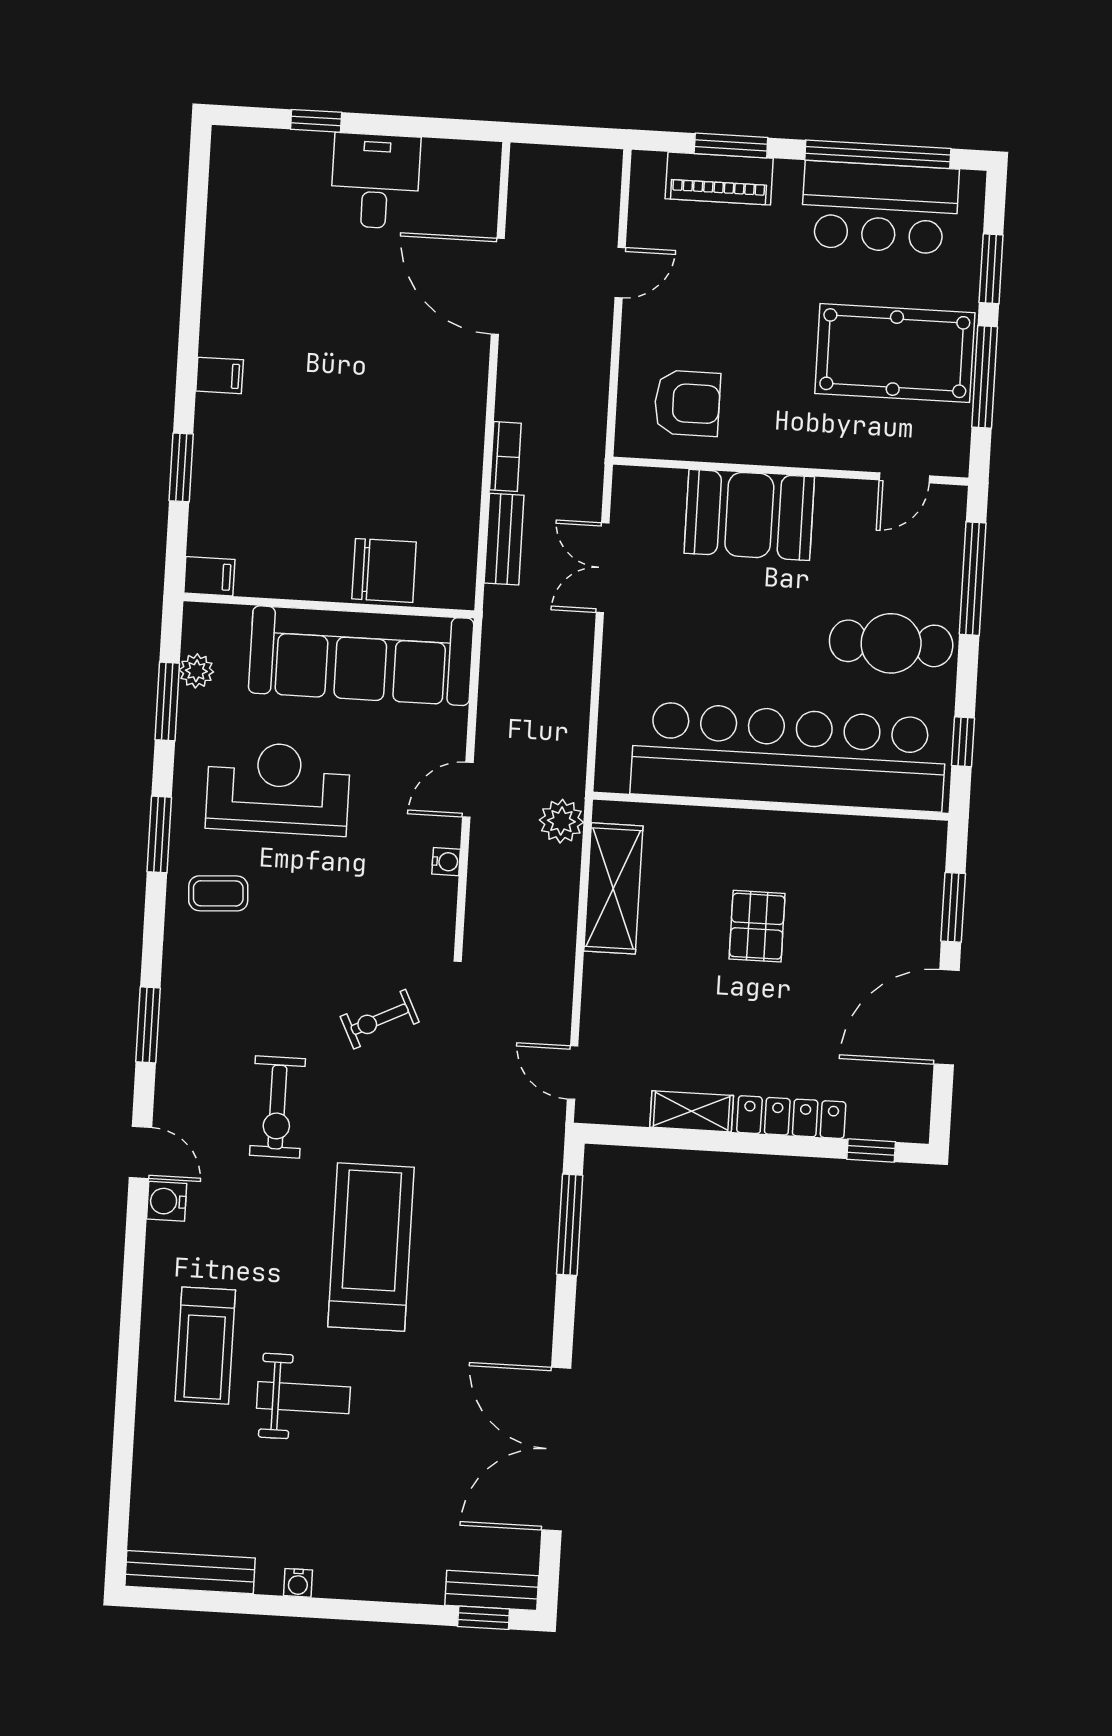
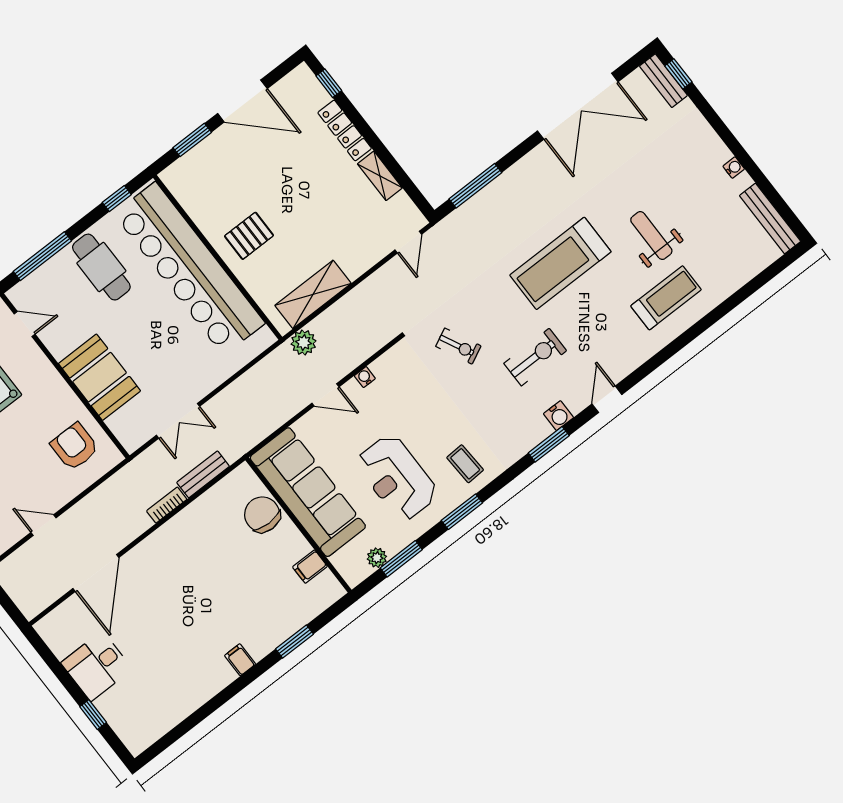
filing cabinet: (209, 576) -> (310, 567), moved, turned -90
pallet: (757, 926) -> (249, 236), moved
water cooler: (167, 1201) -> (558, 416), moved

